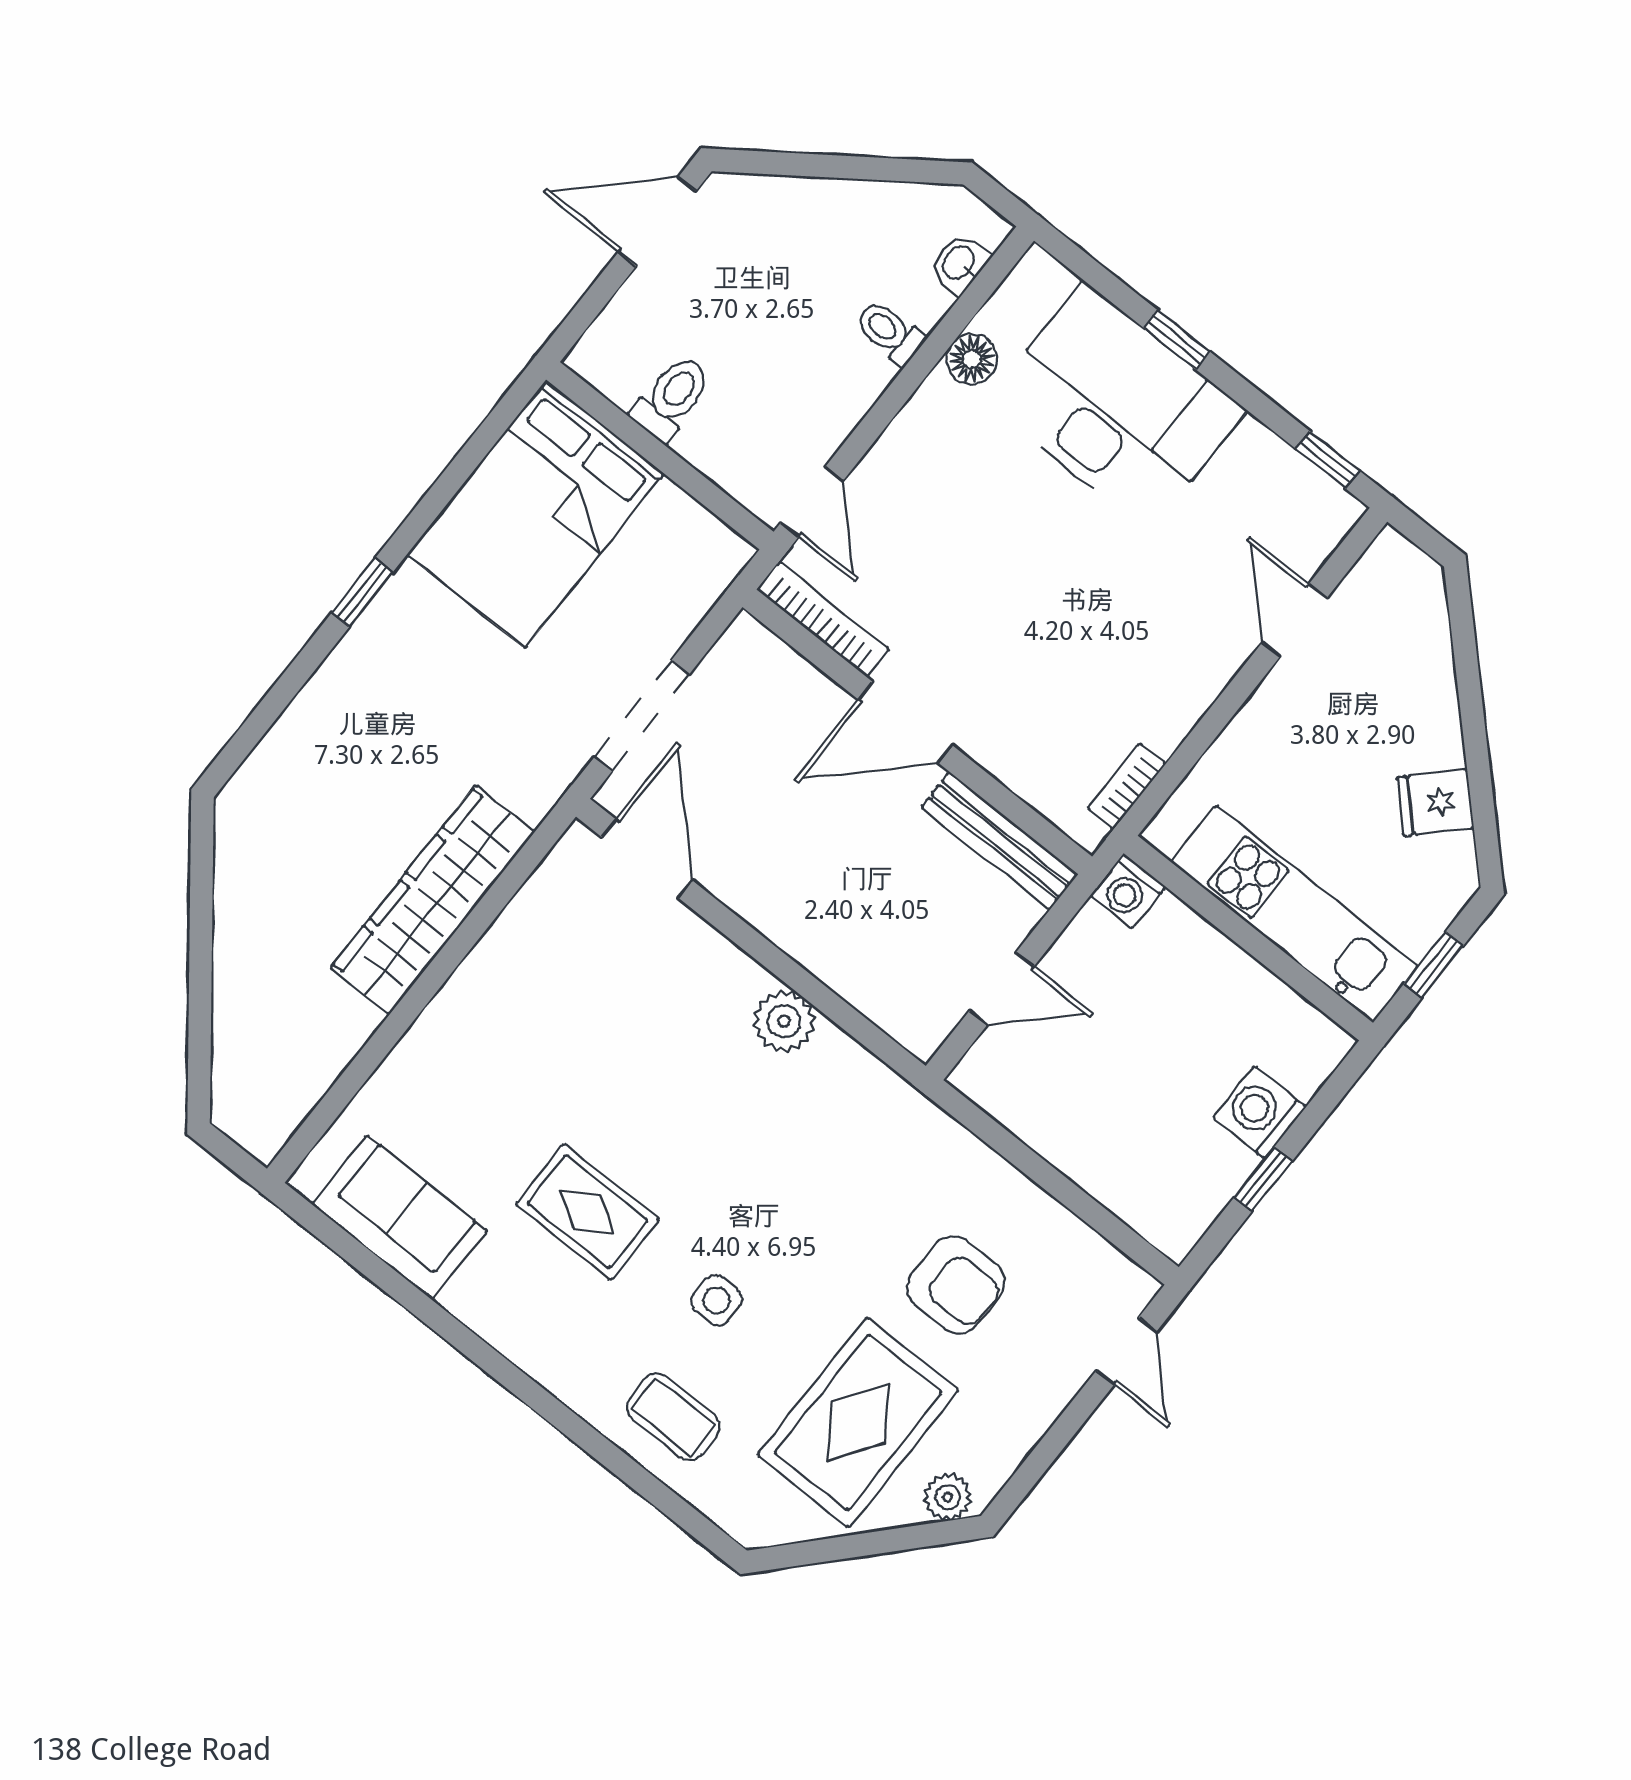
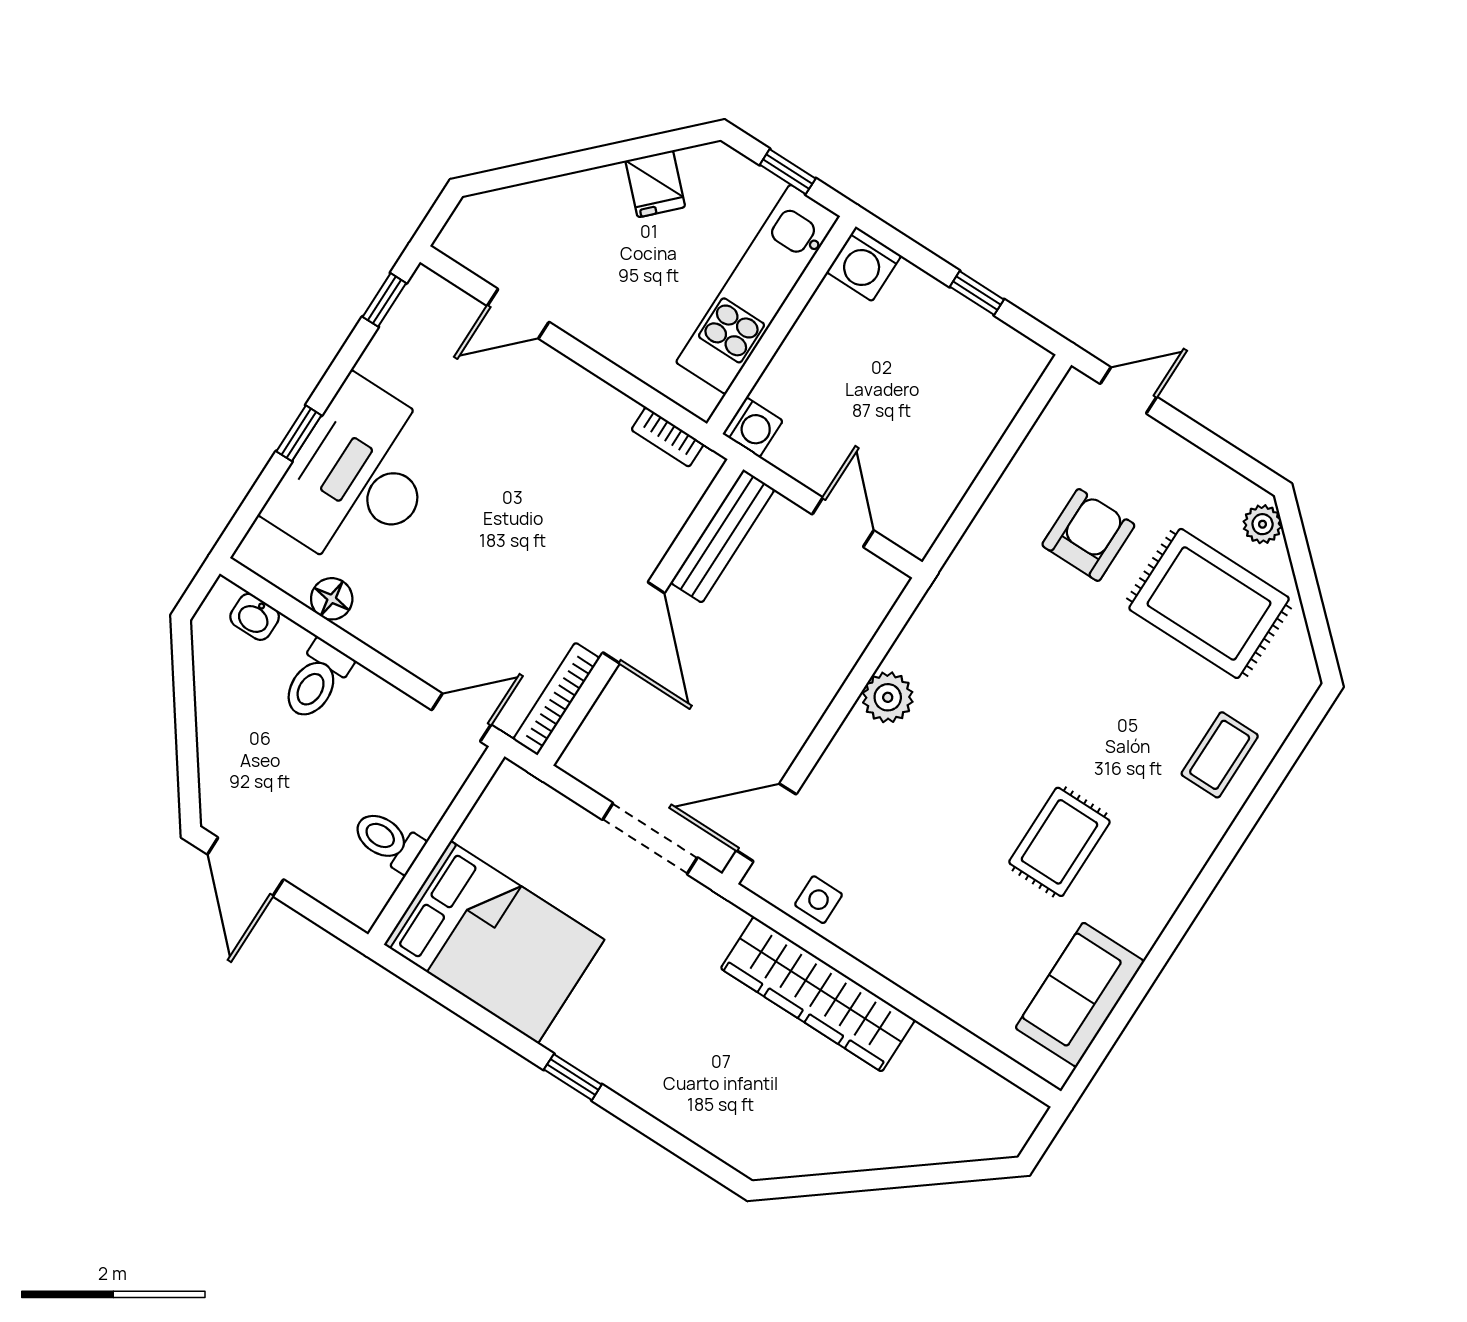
toilet: (890, 332) -> (316, 680), width x1.37, depth x1.39
washing machine: (1260, 1112) -> (864, 264), moved
side table: (717, 1300) -> (819, 900), moved

